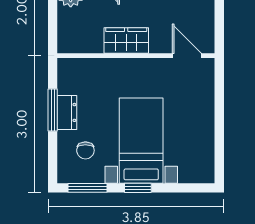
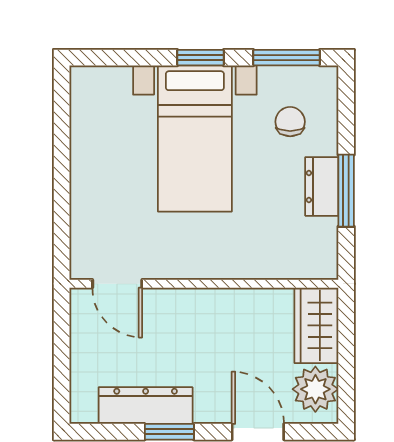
wardrobe: (126, 40) -> (316, 325), moved, turned 90

